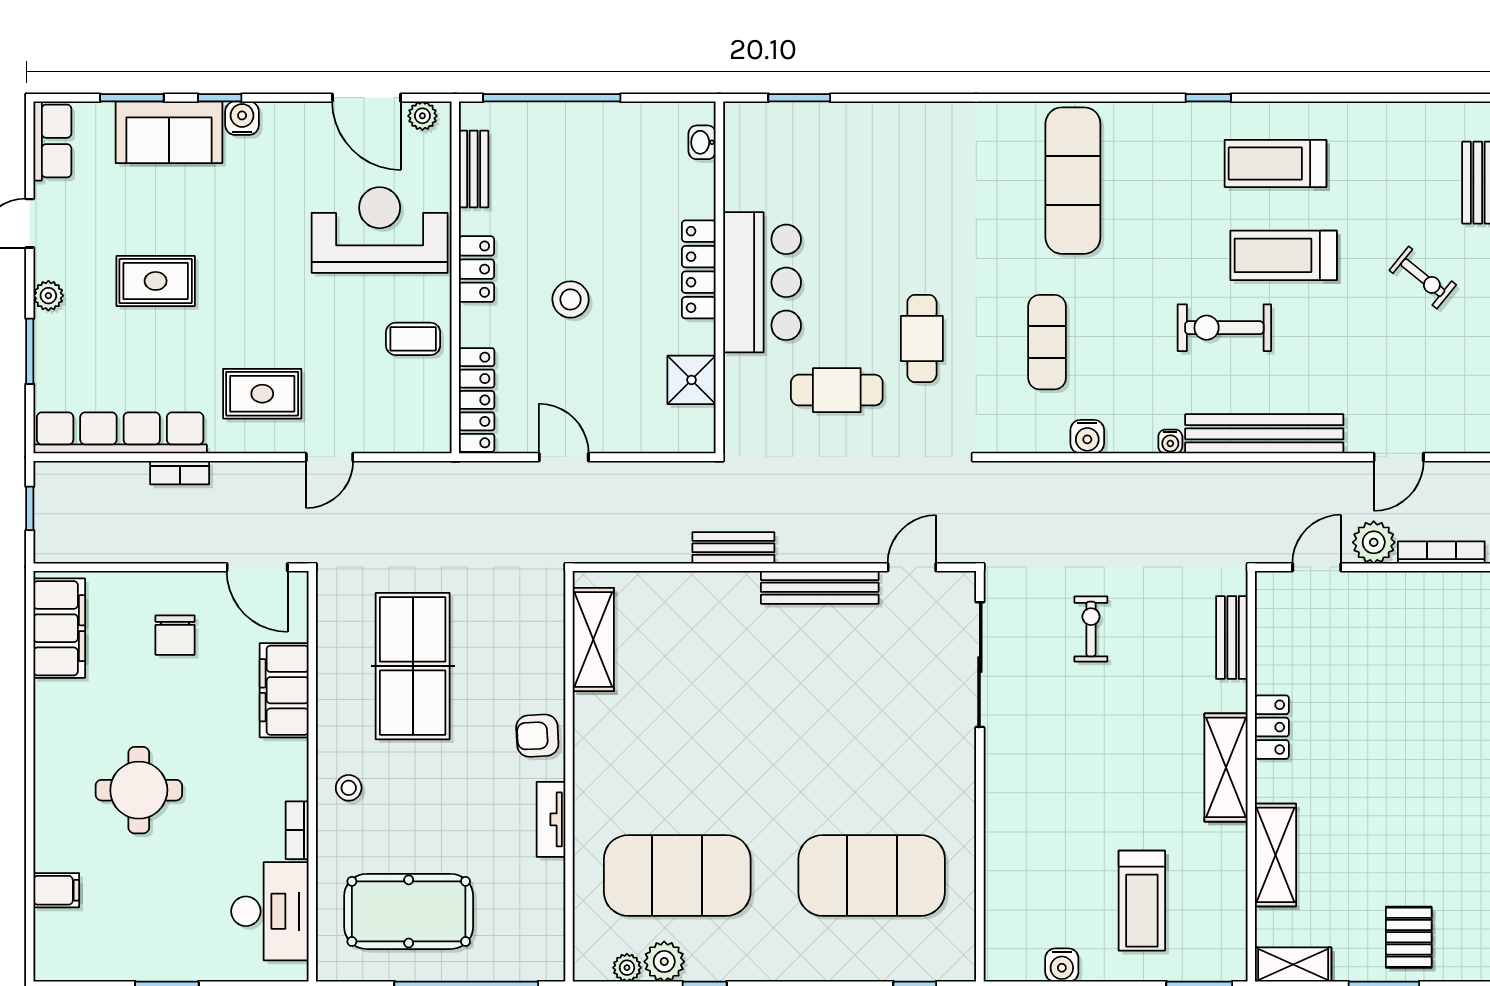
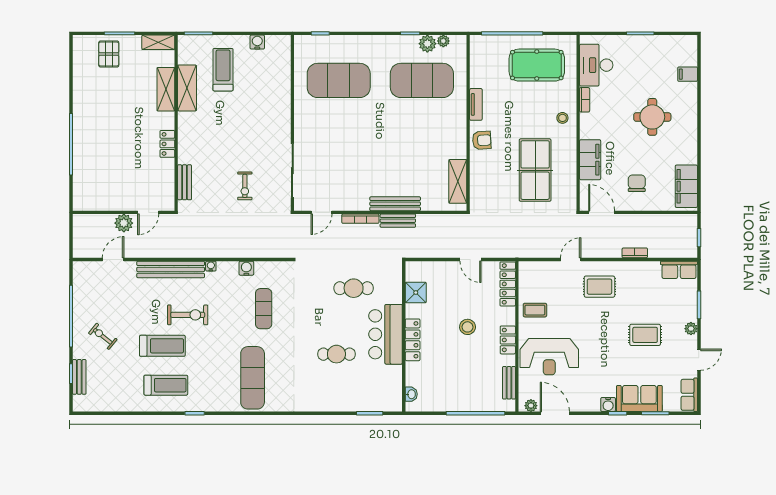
cafe table: (922, 339) -> (336, 354), moved, turned 90
row of seats: (120, 433) -> (679, 270), width x0.50
bookcase: (1441, 552) -> (360, 219), moved
bench: (820, 587) -> (395, 204), moved
shelving: (1226, 767) -> (187, 88), moved

